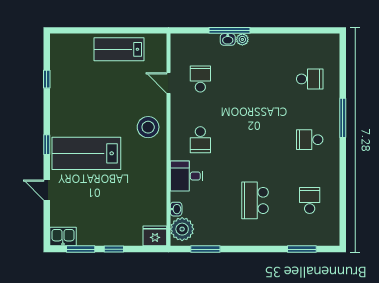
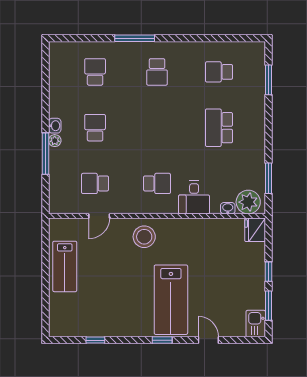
washbasin: (228, 39) -> (55, 126), moved
school desk: (255, 79) -> (95, 128), added
door: (47, 190) -> (208, 340), swing flipped
school desk: (255, 200) -> (219, 128), turned 90

